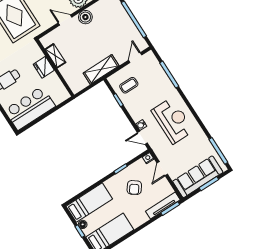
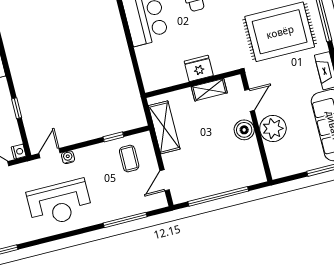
shelving: (55, 56) -> (209, 90), moved
door: (135, 58) -> (165, 180), swing flipped
fridge: (44, 67) -> (199, 68), moved
wall: (55, 68) -> (193, 84), moved

